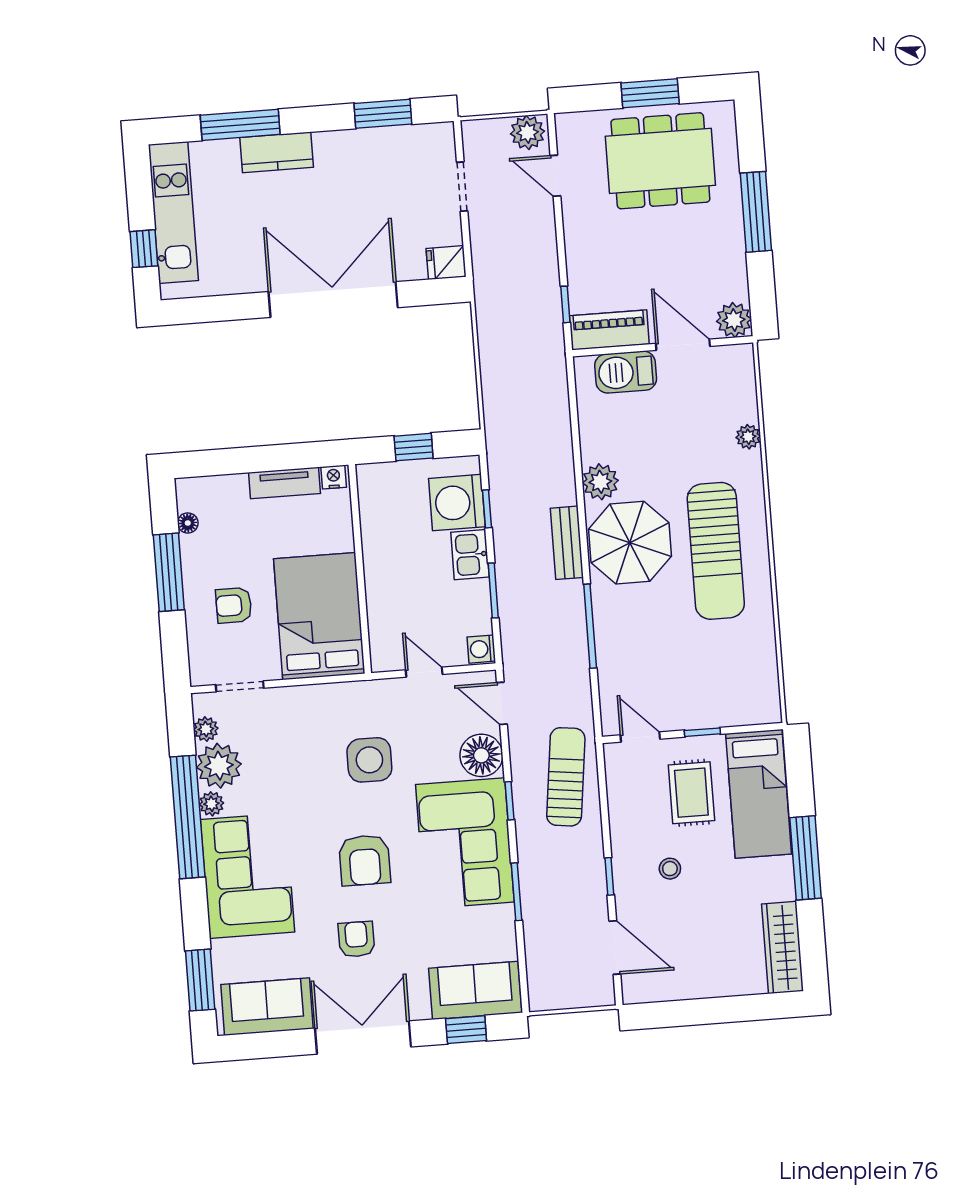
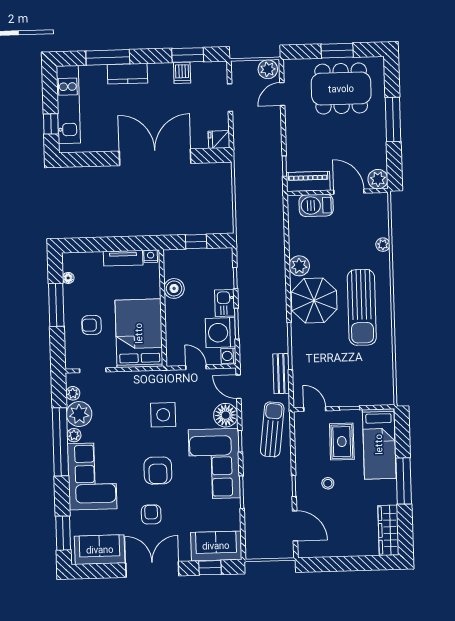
dishwasher: (374, 146) -> (182, 73), added
door: (555, 176) -> (282, 94), hinge flipped
washing machine: (457, 503) -> (220, 333), moved
boiler: (378, 533) -> (174, 288), added
bench: (567, 543) -> (281, 374), moved

